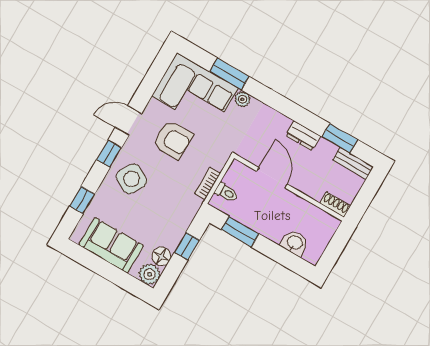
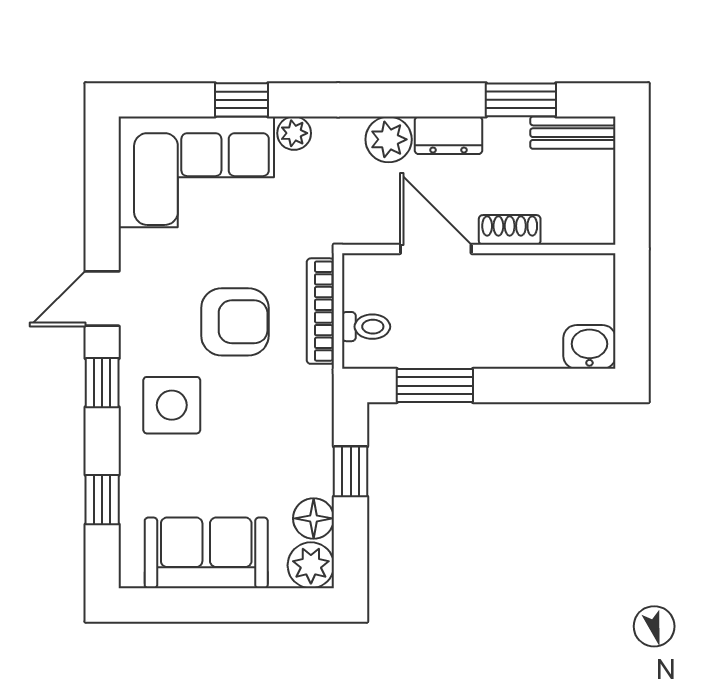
window: (229, 74) -> (241, 100), width x0.67
plant: (278, 124) -> (389, 139), added
armchair: (173, 140) -> (235, 322), moved
side table: (131, 179) -> (172, 405), turned -30
bookcase: (208, 183) -> (320, 311), width x1.56
shoe rack: (335, 205) -> (510, 230), moved
washbasin: (295, 243) -> (589, 347), moved

